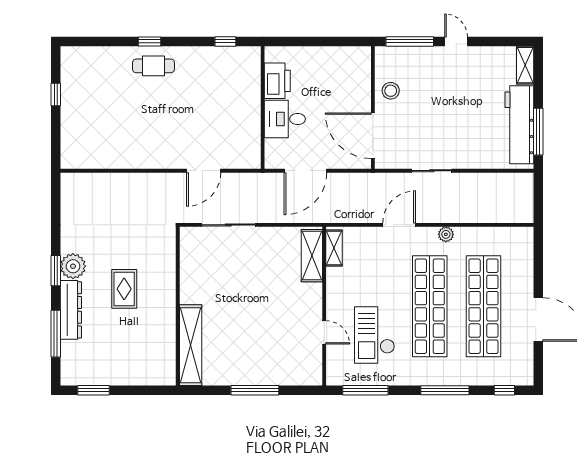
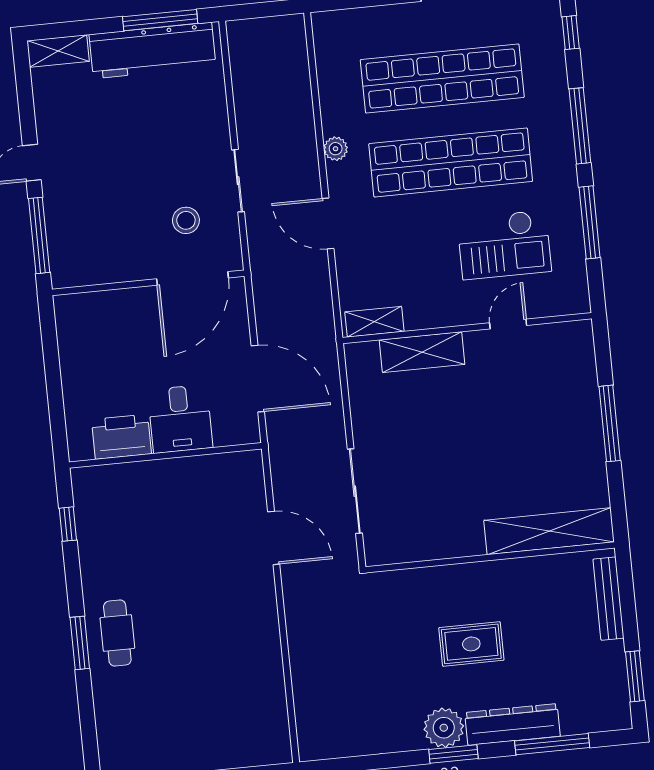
window: (150, 41) -> (80, 643), width x1.50
stool: (391, 91) -> (186, 220), moved
shelving: (312, 256) -> (422, 352), moved
bench: (144, 378) -> (608, 599), added
window: (365, 390) -> (590, 222), moved

